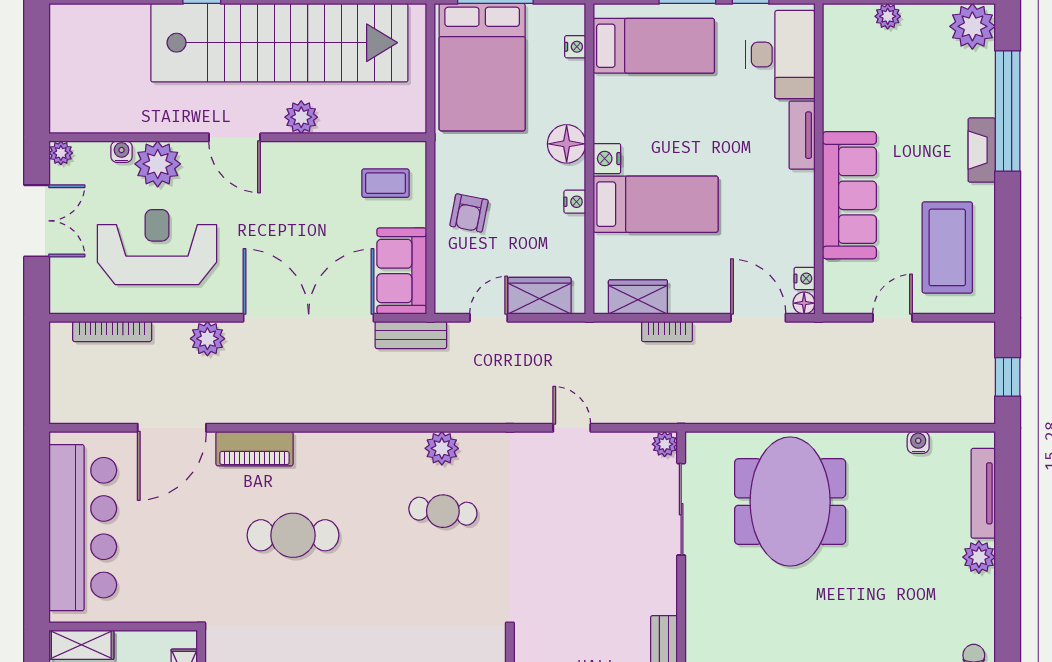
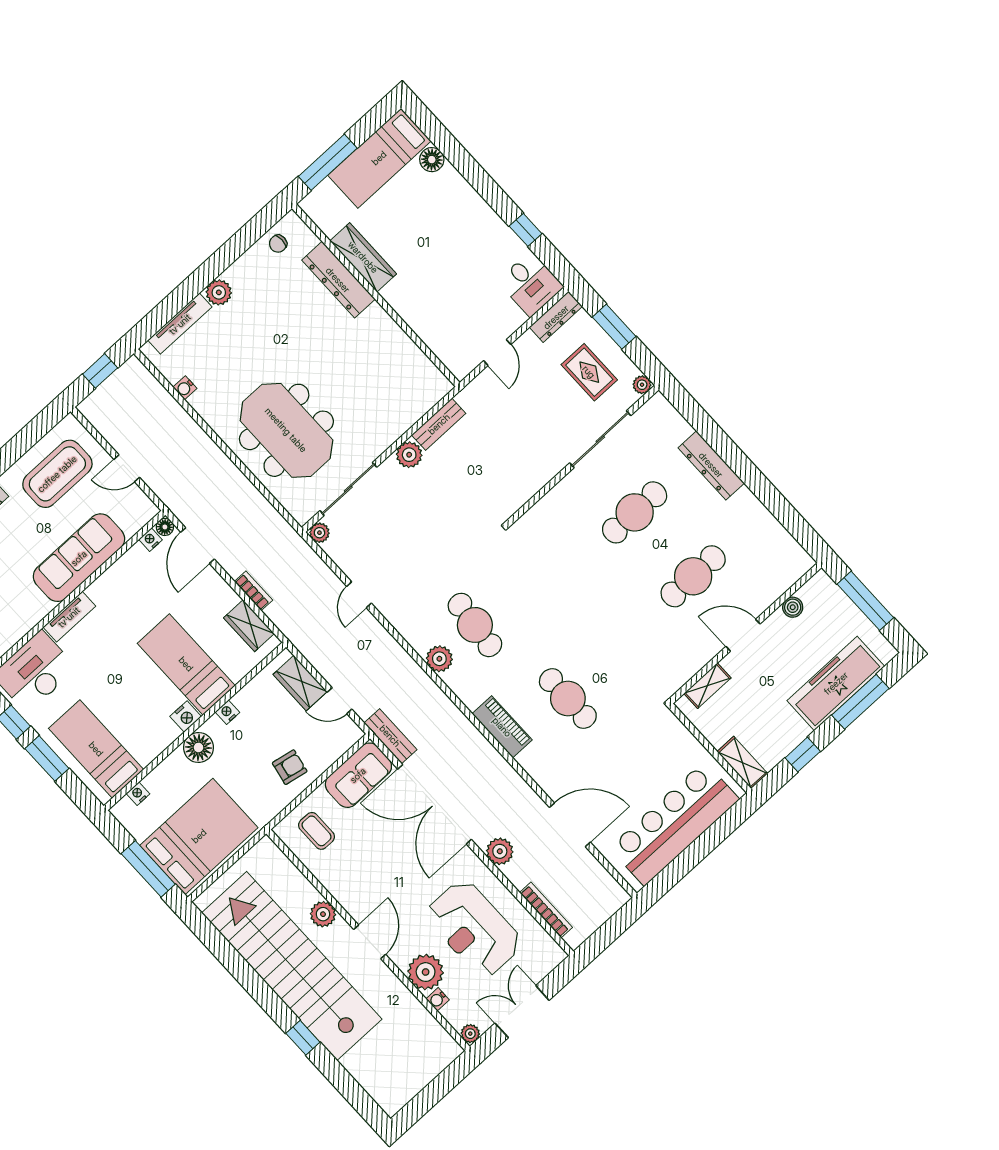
piano: (255, 449) -> (502, 727), moved
meeting table: (790, 502) -> (286, 430), turned 90
cafe table: (443, 511) -> (475, 625), width x1.37, depth x1.35
plant: (661, 596) -> (409, 455), added

